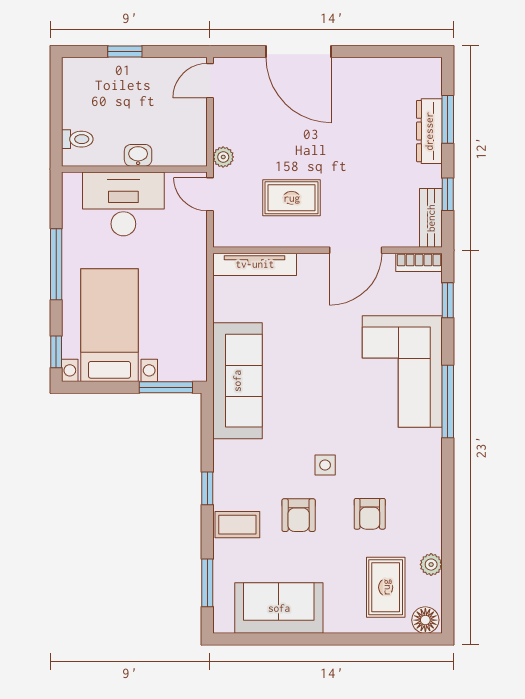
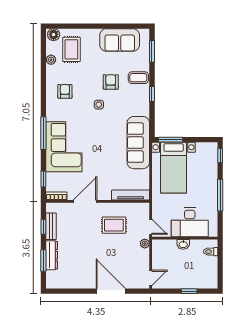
bench: (431, 218) -> (51, 226), moved
bed with nightstands: (109, 325) -> (174, 168), moved
armchair: (370, 514) -> (65, 91), moved

